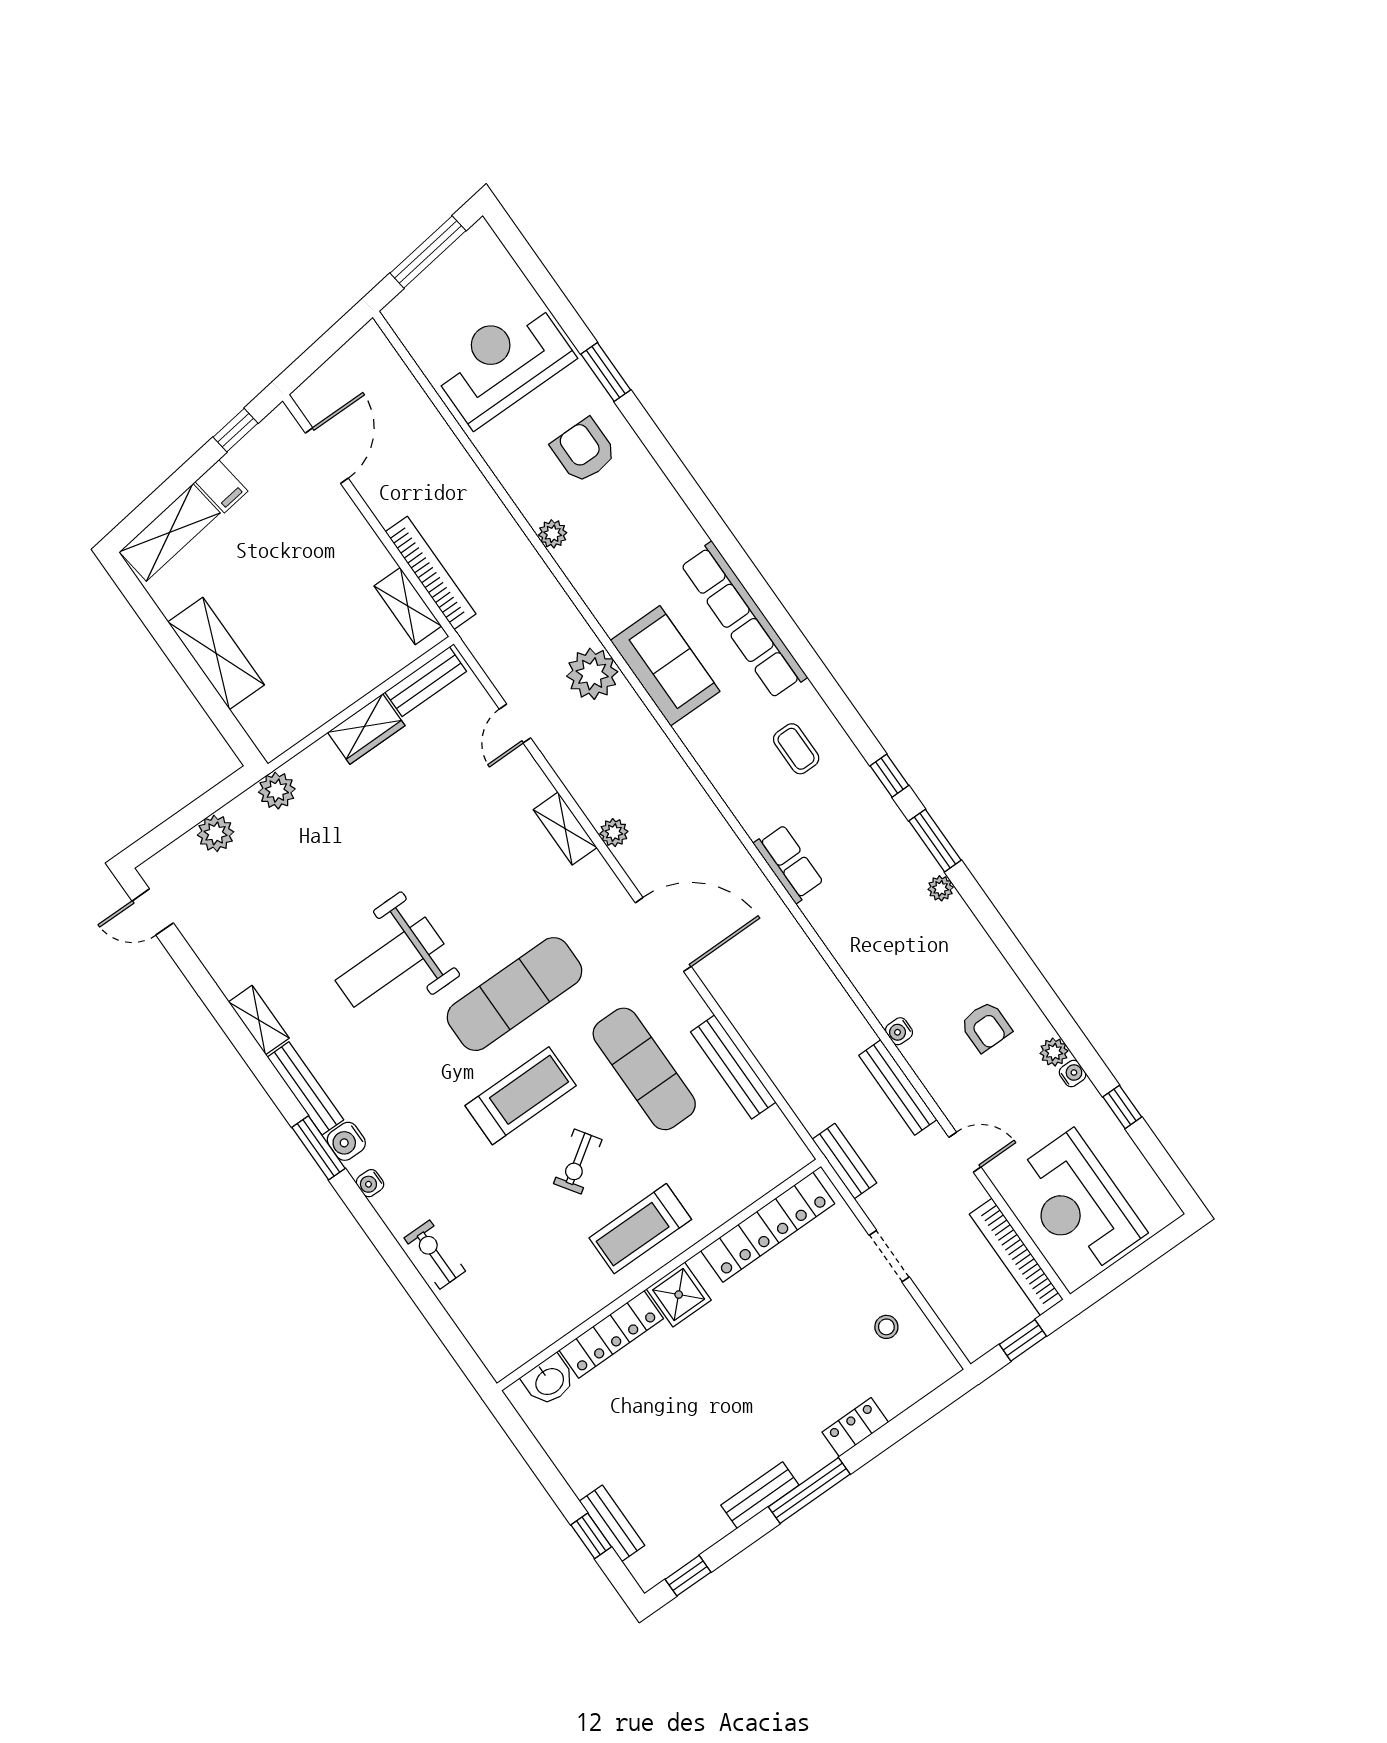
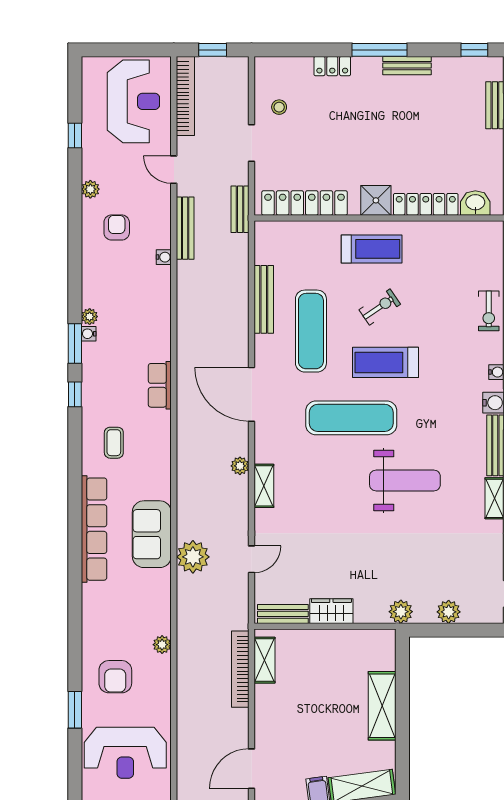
water cooler: (1072, 1074) -> (89, 334), moved

